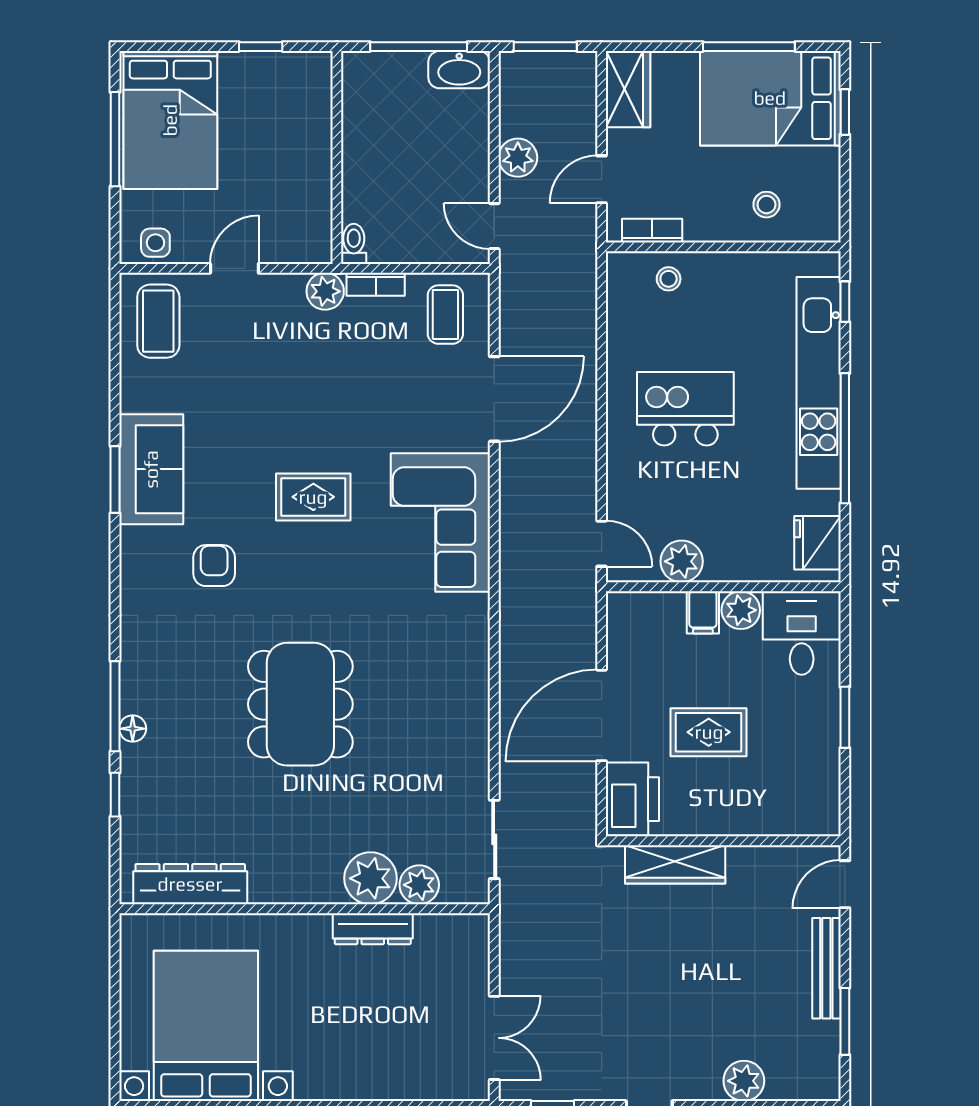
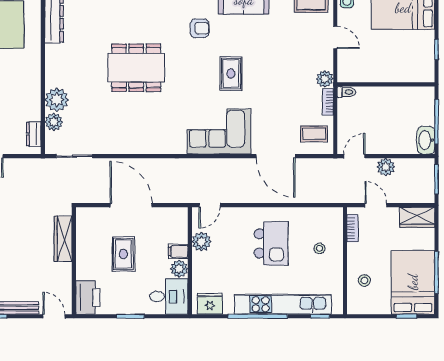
stool: (669, 279) -> (320, 248), moved
printer: (632, 799) -> (88, 297), moved, turned -90
dresser: (373, 929) -> (34, 134), moved, width x0.70

